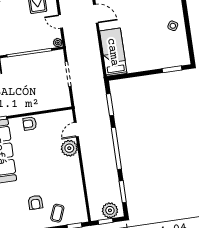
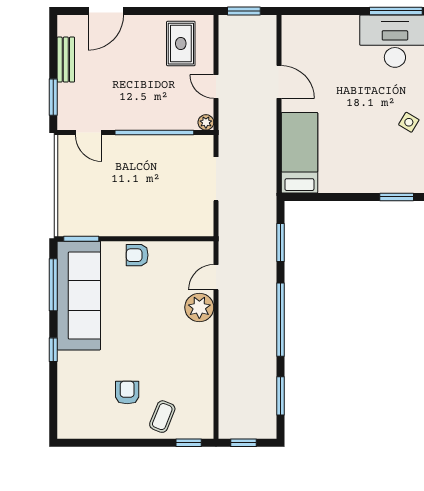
armchair: (35, 202) -> (127, 392), turned 180
plant: (110, 210) -> (254, 425), removed

